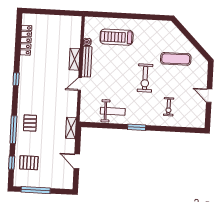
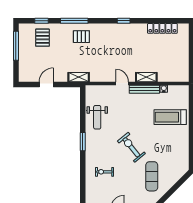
treadmill: (117, 37) -> (170, 117), turned -90
exercise bike: (145, 78) -> (131, 147), turned 51

